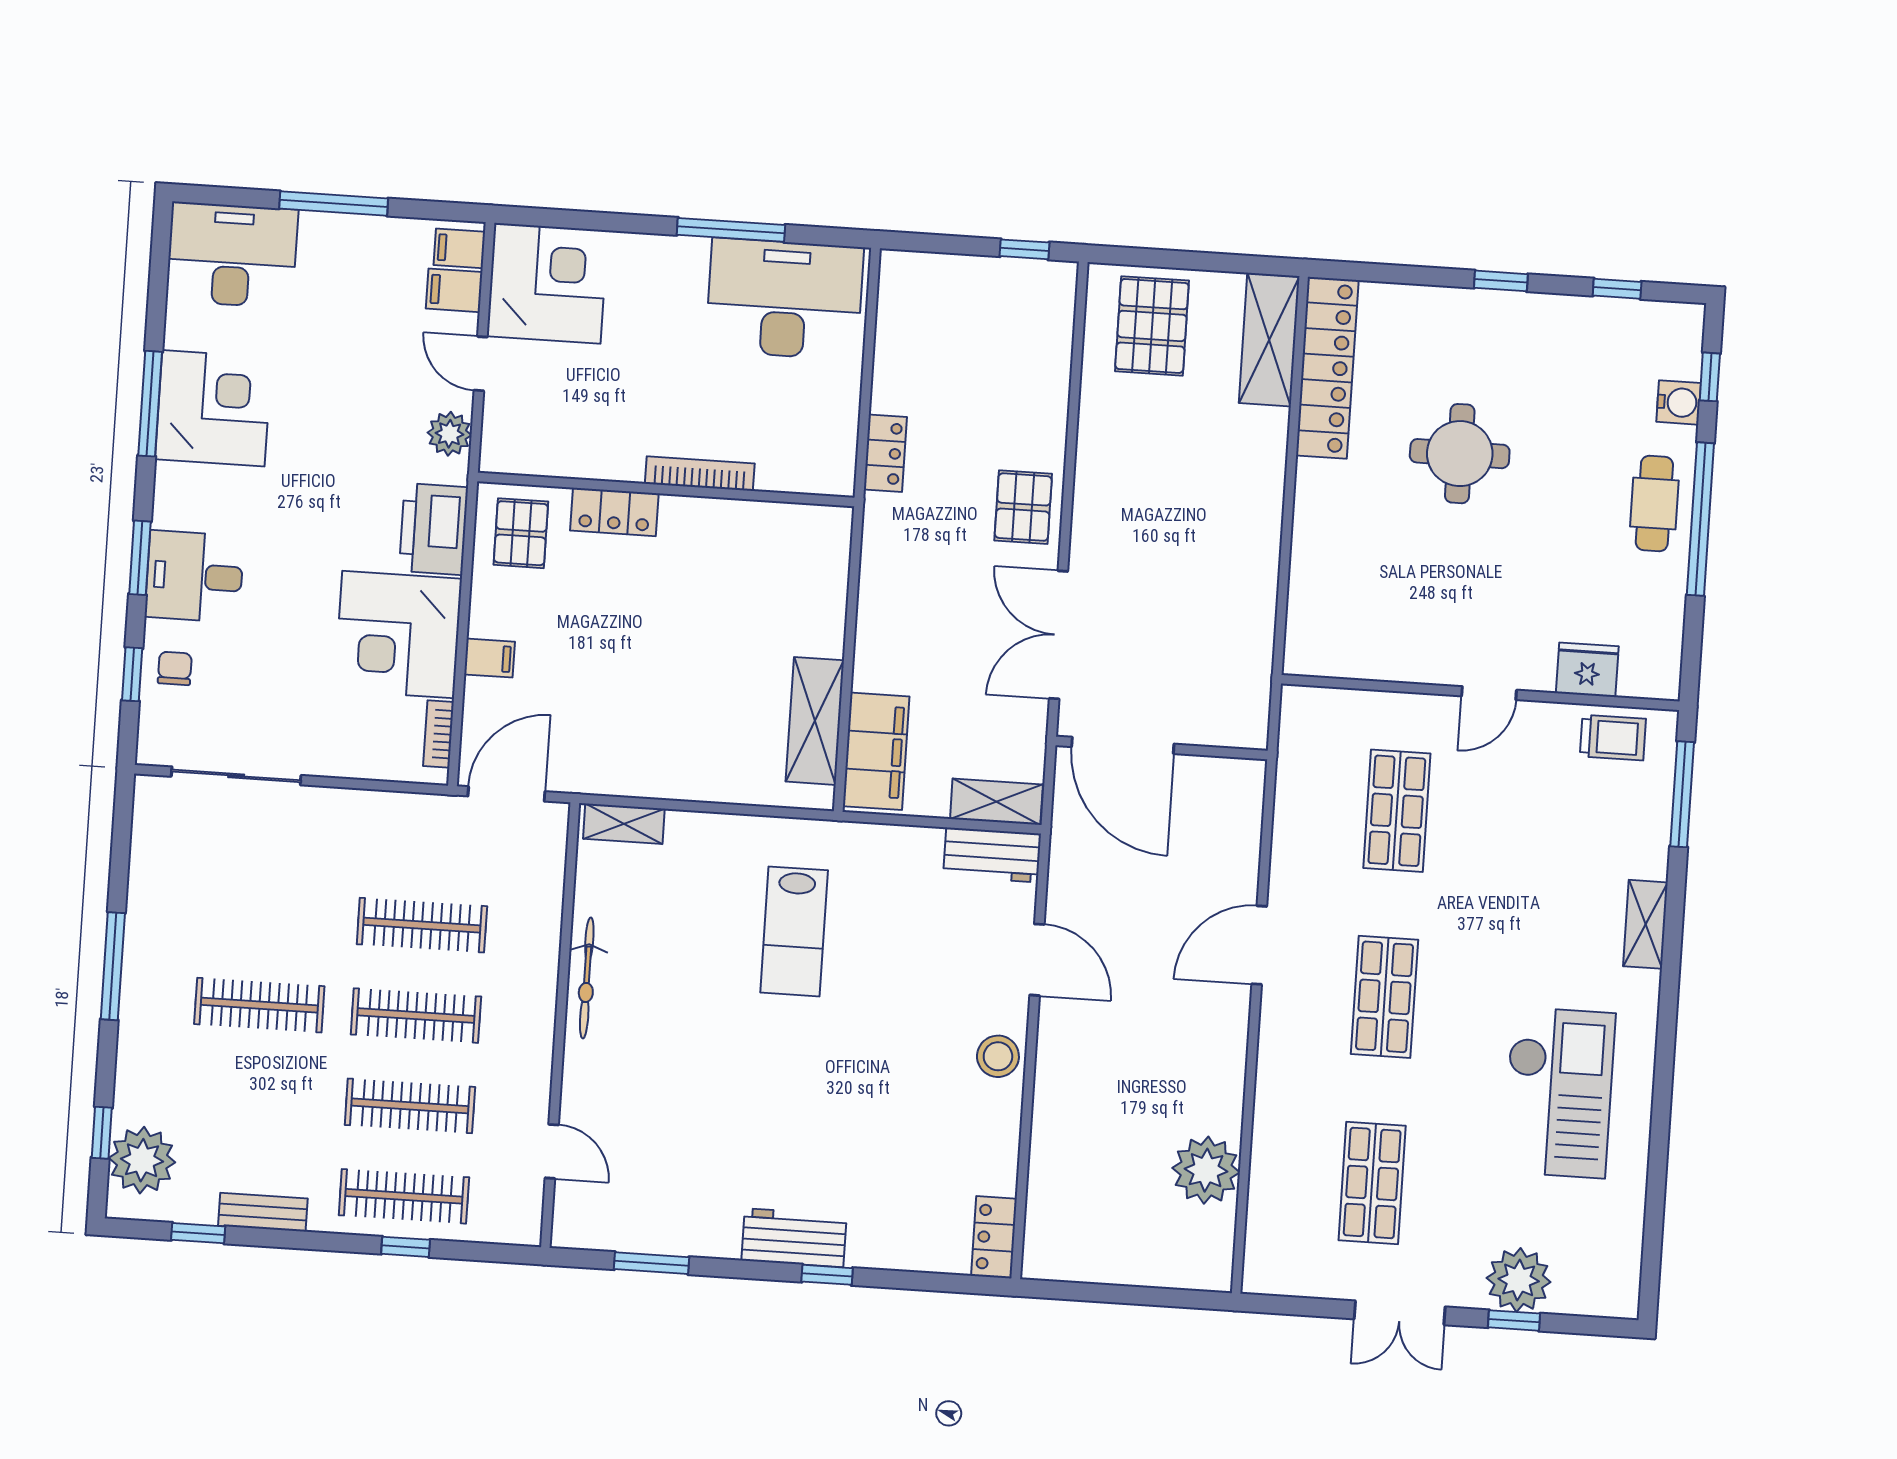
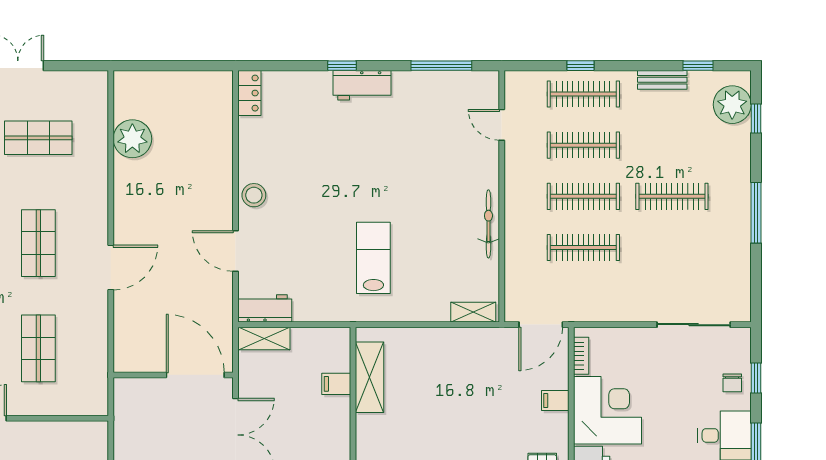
filing cabinet: (876, 751) -> (336, 384), width x0.33, depth x0.86
shop shelf: (1372, 1183) -> (38, 138), turned 90
window: (651, 1263) -> (441, 66), width x1.44

